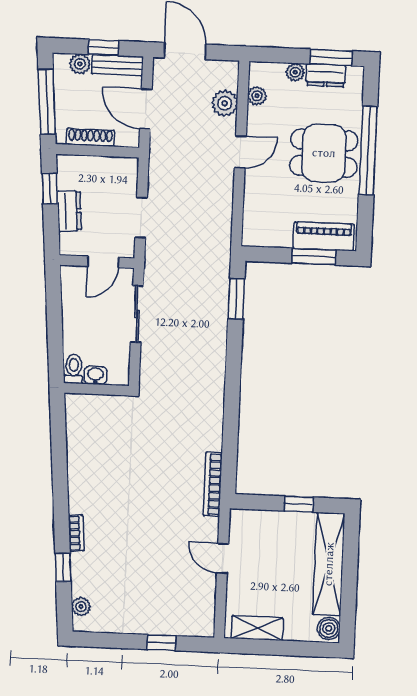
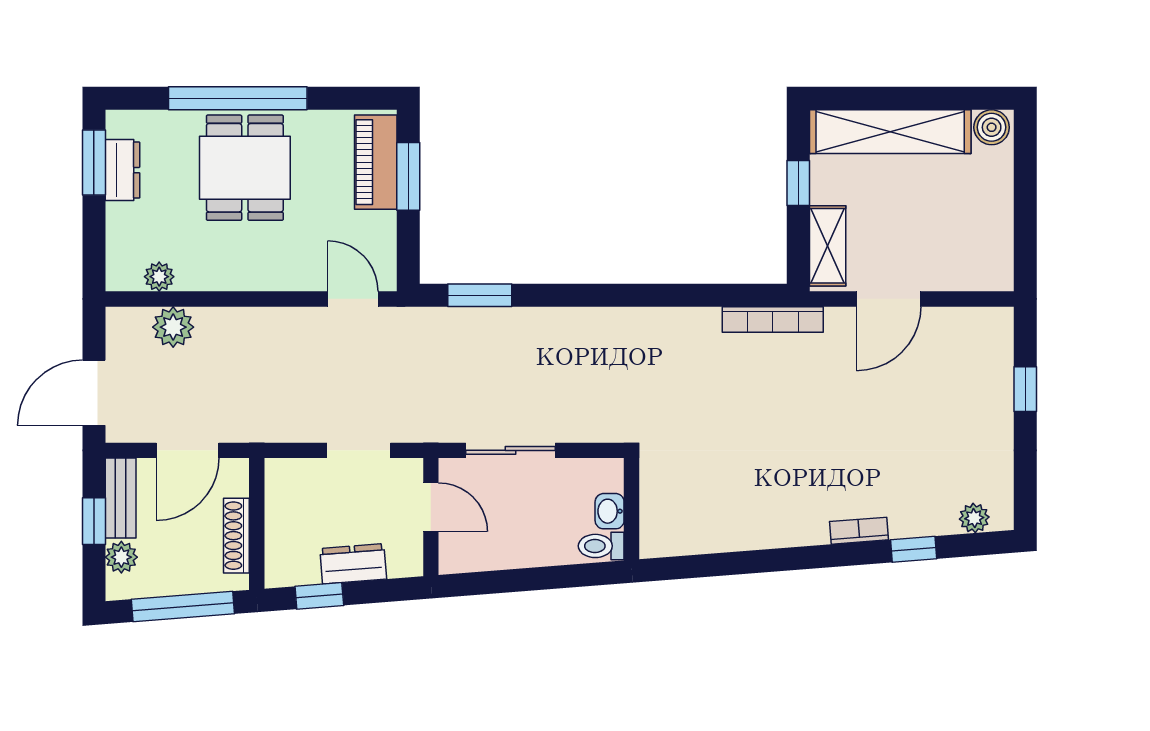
plant: (295, 72) -> (120, 218), removed
door: (240, 152) -> (353, 299), moved
door: (223, 558) -> (889, 299), width x1.38
shelving: (257, 628) -> (828, 246), moved

